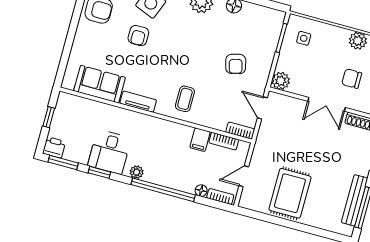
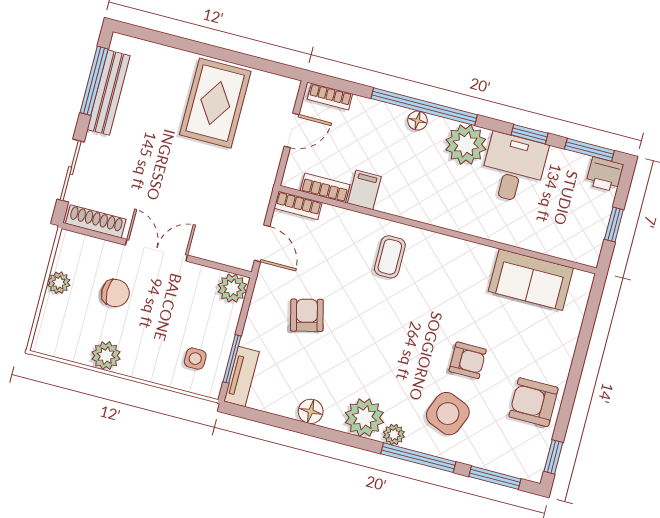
armchair: (138, 36) -> (468, 360), turned 90
tv unit: (138, 102) -> (242, 376), moved, turned -90
plant: (137, 172) -> (466, 145), width x1.88, depth x1.88
floor lamp: (201, 191) -> (417, 121), moved

